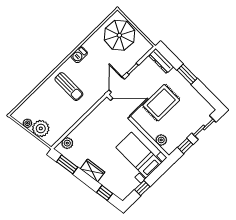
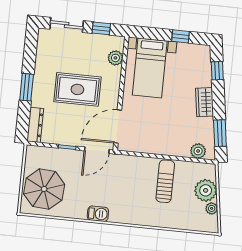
sun lounger: (69, 87) -> (165, 181), moved
door: (120, 108) -> (118, 126), hinge flipped

